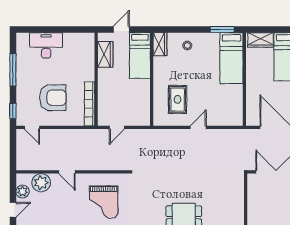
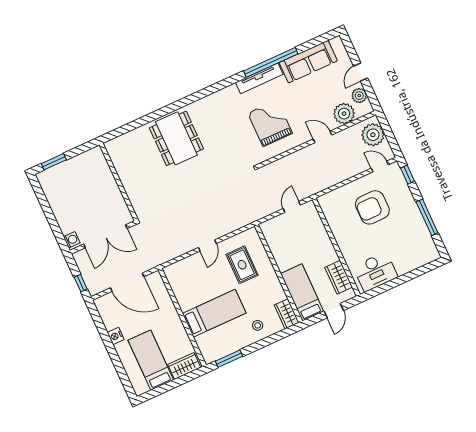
desk: (46, 45) -> (375, 272), moved
bed: (231, 58) -> (214, 313), moved, turned 90
bookcase: (90, 104) -> (331, 218), removed
plant: (26, 155) -> (373, 135), added

